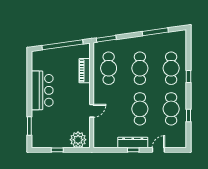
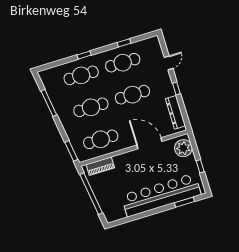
piano: (85, 71) -> (100, 166), moved
bar counter: (42, 90) -> (161, 195), width x1.86
door: (92, 111) -> (149, 143), width x1.87
dresser: (133, 142) -> (175, 112), moved
door: (158, 150) -> (169, 63), swing flipped

